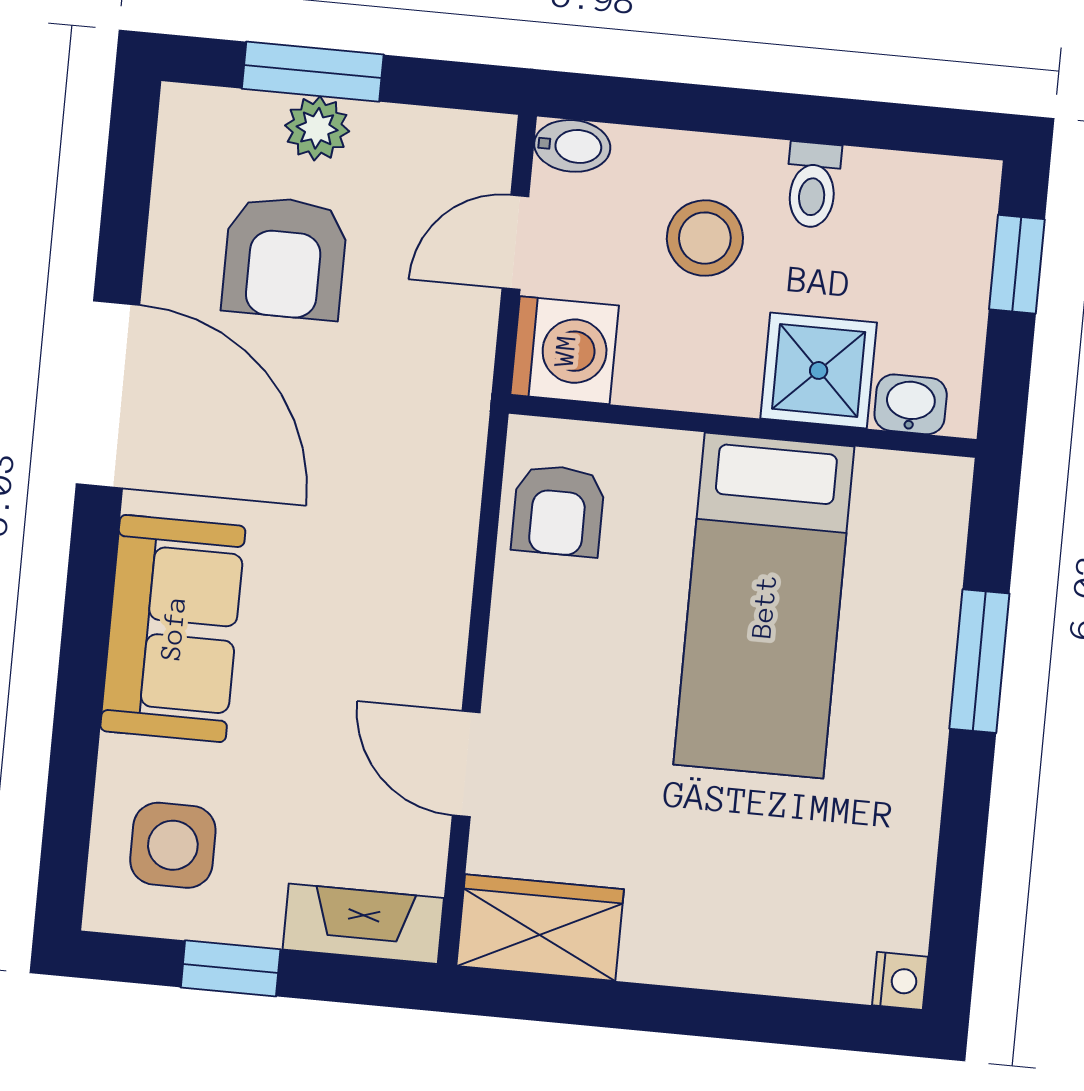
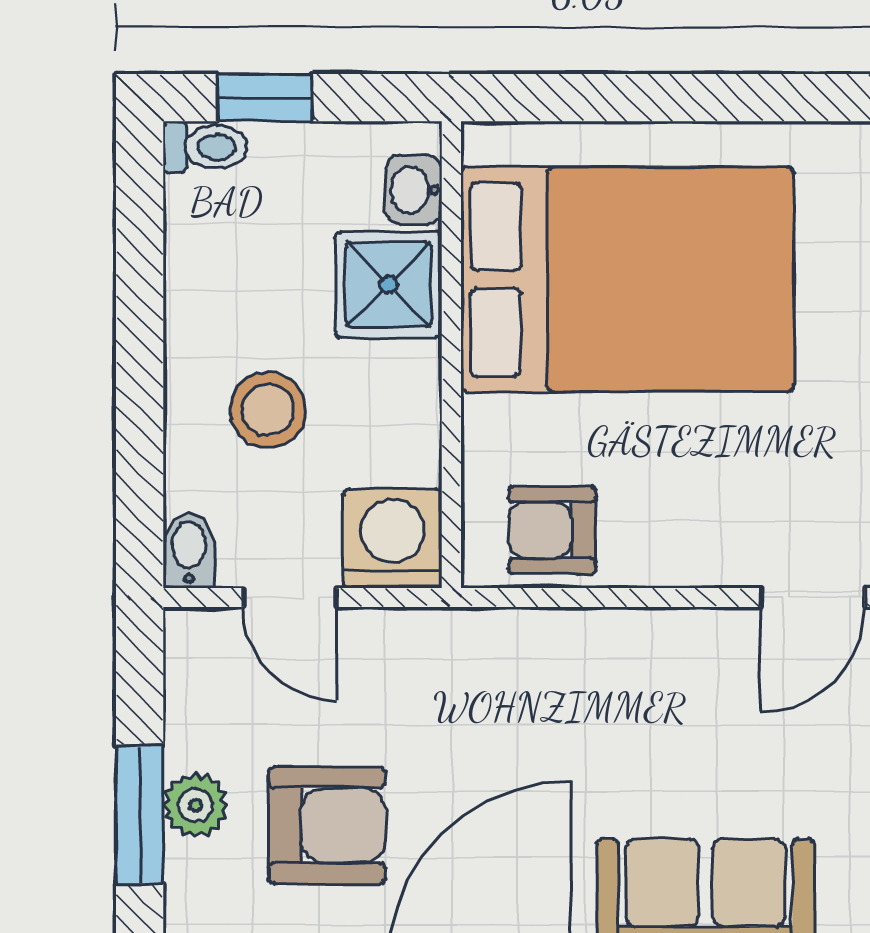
toilet: (813, 185) -> (205, 147), moved
armchair: (558, 511) -> (552, 530), turned 180
bed: (764, 606) -> (627, 279), width x1.50
window: (979, 661) -> (662, 98), removed

